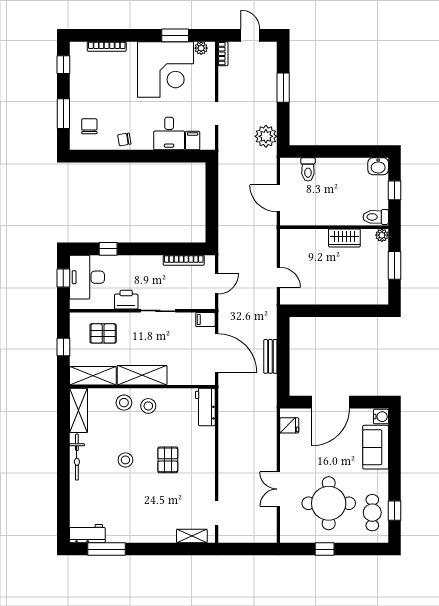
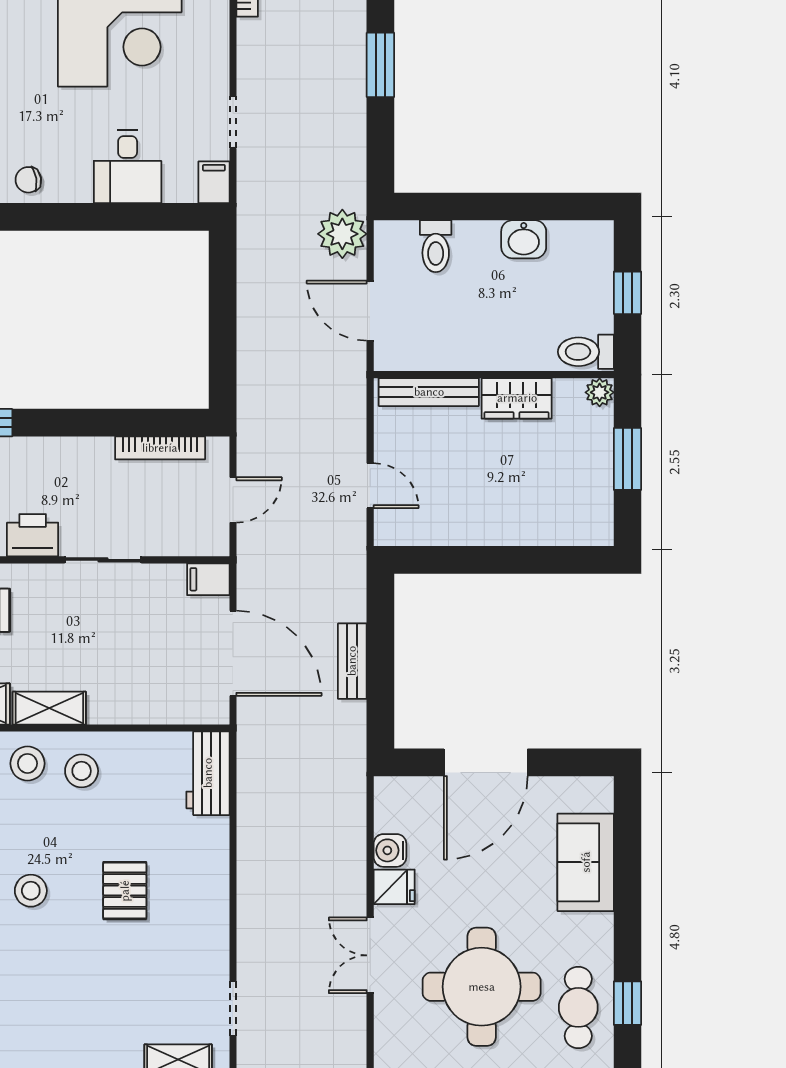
plant: (266, 136) -> (342, 234), moved
filing cabinet: (193, 141) -> (214, 182), moved
washbasin: (378, 166) -> (524, 239), moved
bench: (305, 235) -> (429, 392), added
shelving: (142, 375) -> (49, 708), width x0.67, depth x0.75
water cooler: (381, 417) -> (390, 850), moved, turned 180
fridge: (289, 425) -> (394, 887), moved

